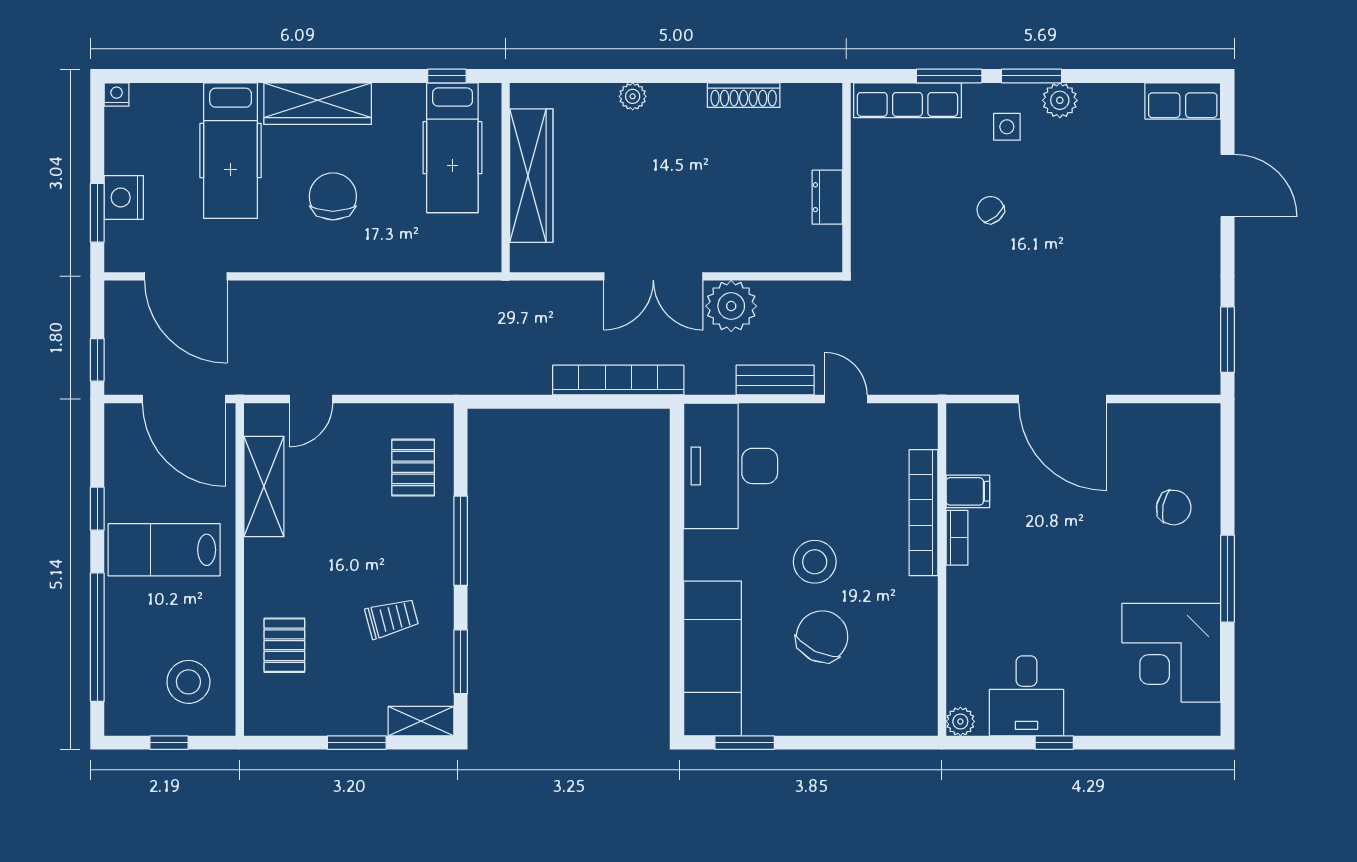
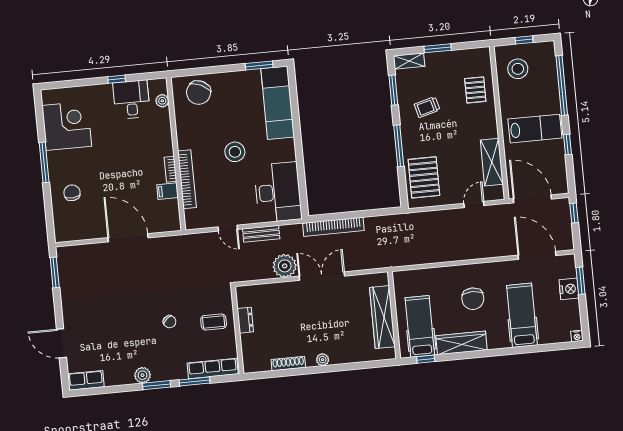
plant: (633, 96) -> (323, 360), moved
wardrobe: (318, 104) -> (461, 343), moved
side table: (1007, 127) -> (166, 361), removed
coffee table: (896, 200) -> (214, 322), added
pallet: (413, 468) -> (424, 177), width x1.50, depth x1.42
chair: (1174, 508) -> (72, 193), turned 75
chair: (822, 637) -> (199, 93), moved
plant: (960, 721) -> (162, 101), moved

